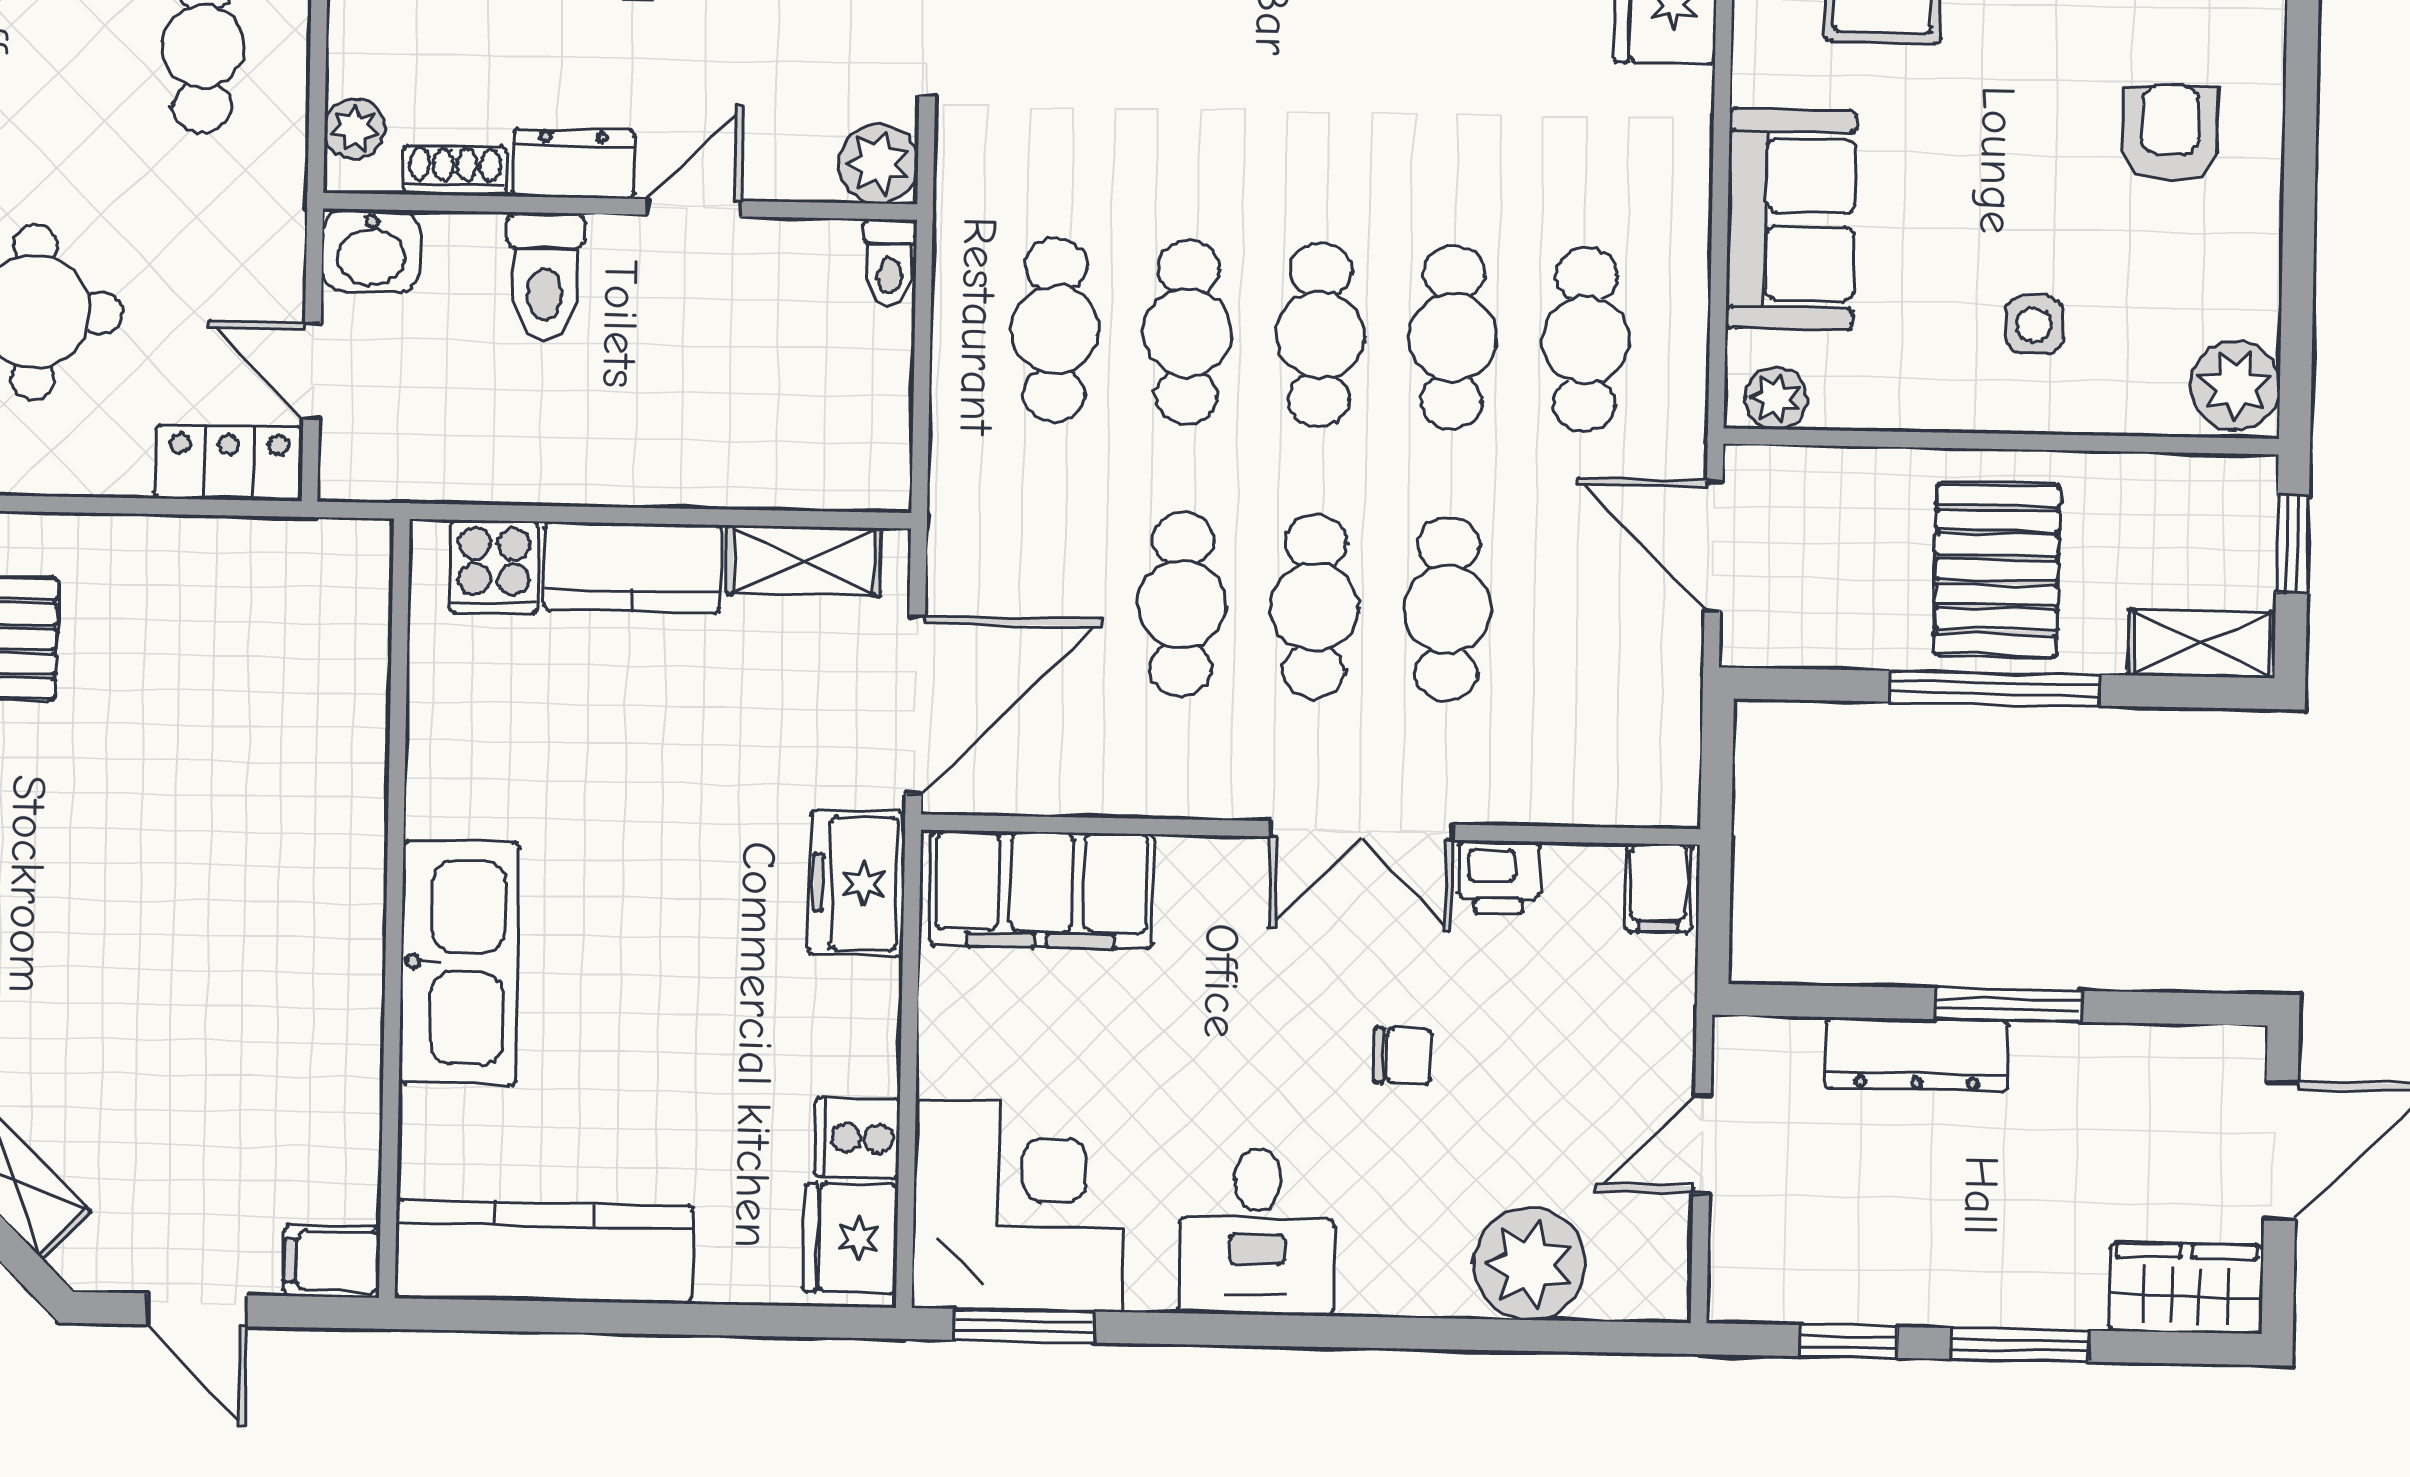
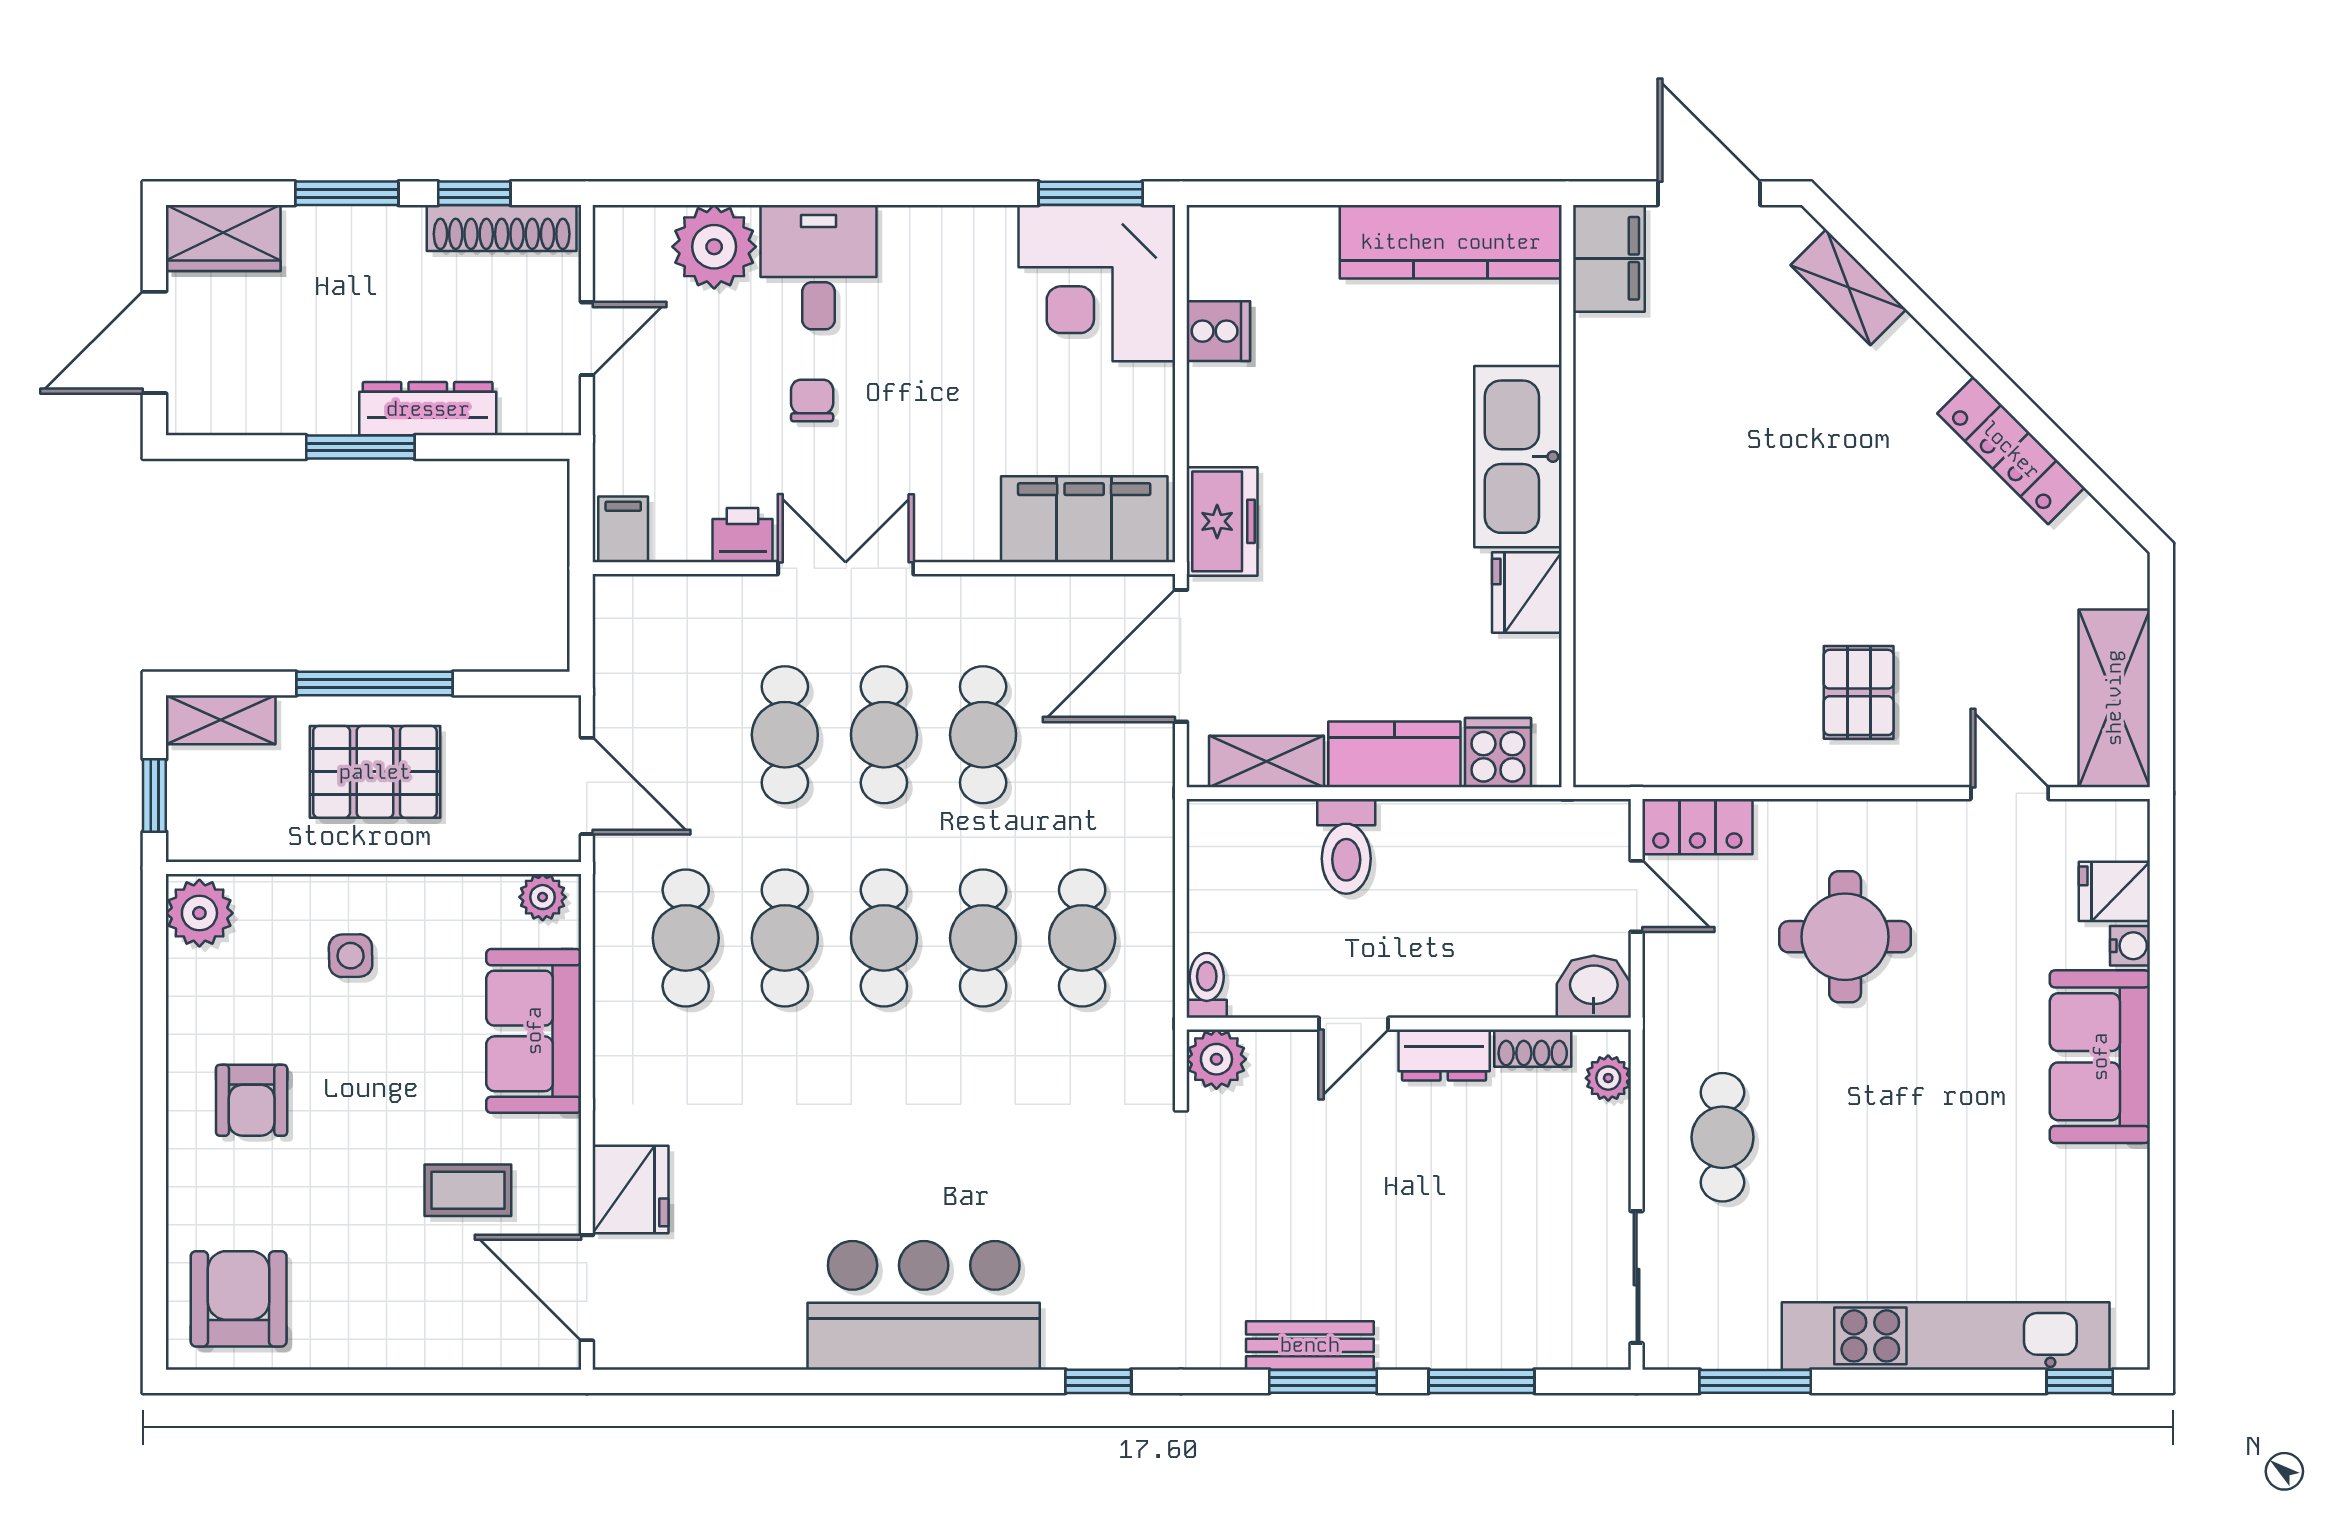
toilet: (545, 276) -> (1346, 846), moved, turned 180
pallet: (1997, 570) -> (375, 772), turned 90
chair: (1402, 1056) -> (812, 400), turned 90
desk: (1257, 1231) -> (818, 267), moved
fridge: (851, 1238) -> (1527, 592), moved, turned 180
filing cabinet: (332, 1261) -> (1609, 258), width x2.00
shoe rack: (1813, 1295) -> (502, 228), added
door: (197, 1310) -> (1709, 193), width x1.38

